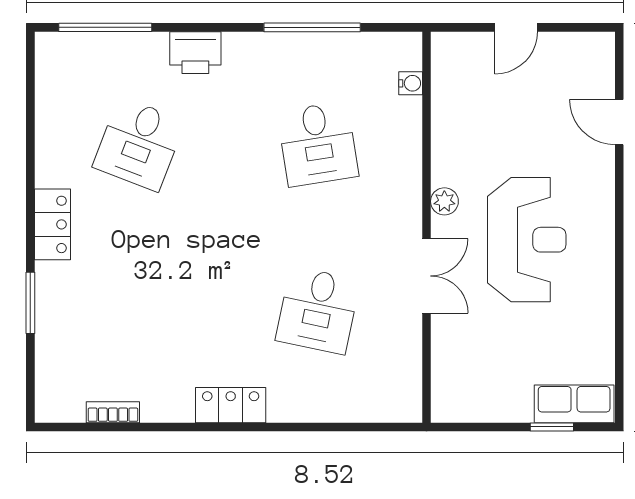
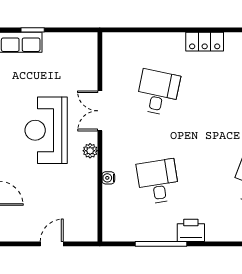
printer: (195, 53) -> (191, 230), moved
water cooler: (411, 83) -> (108, 178), moved

